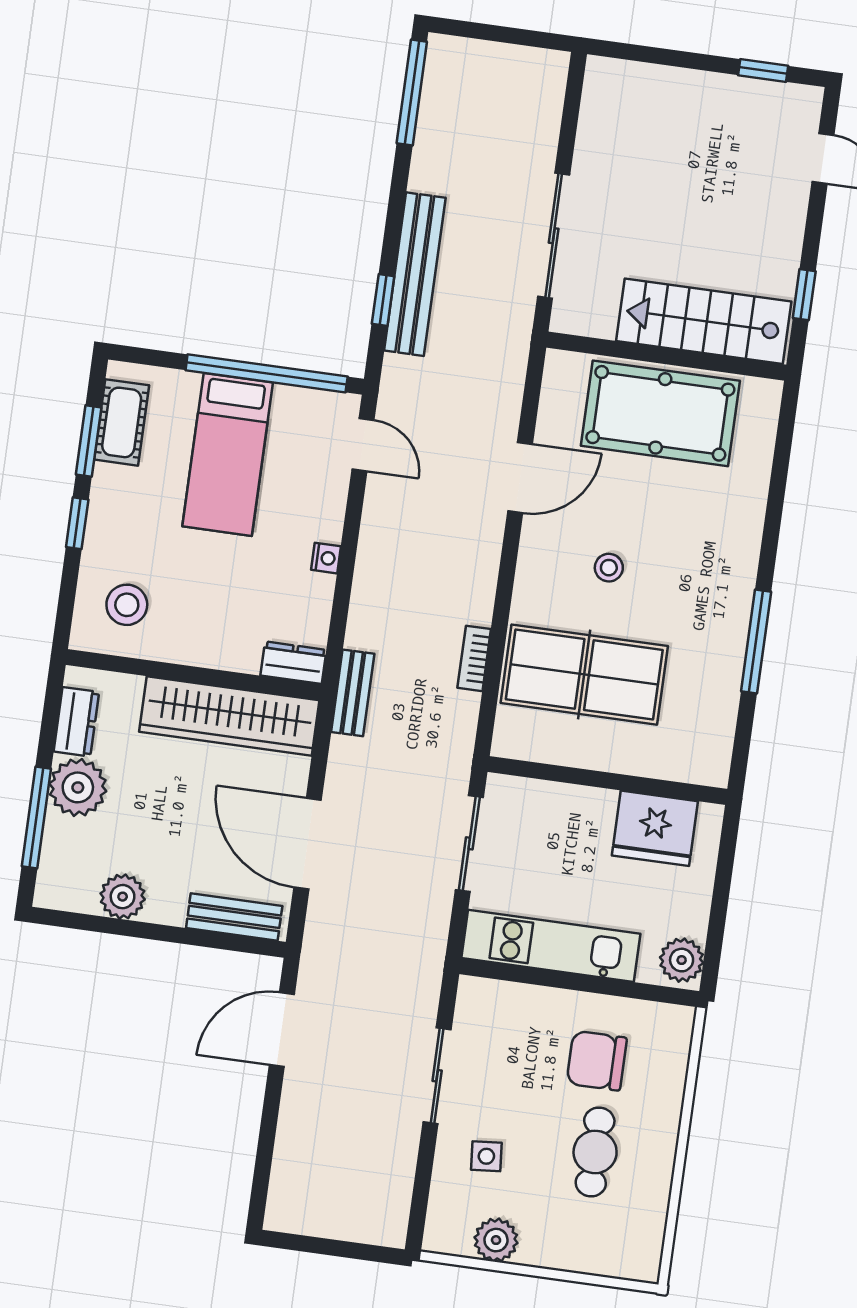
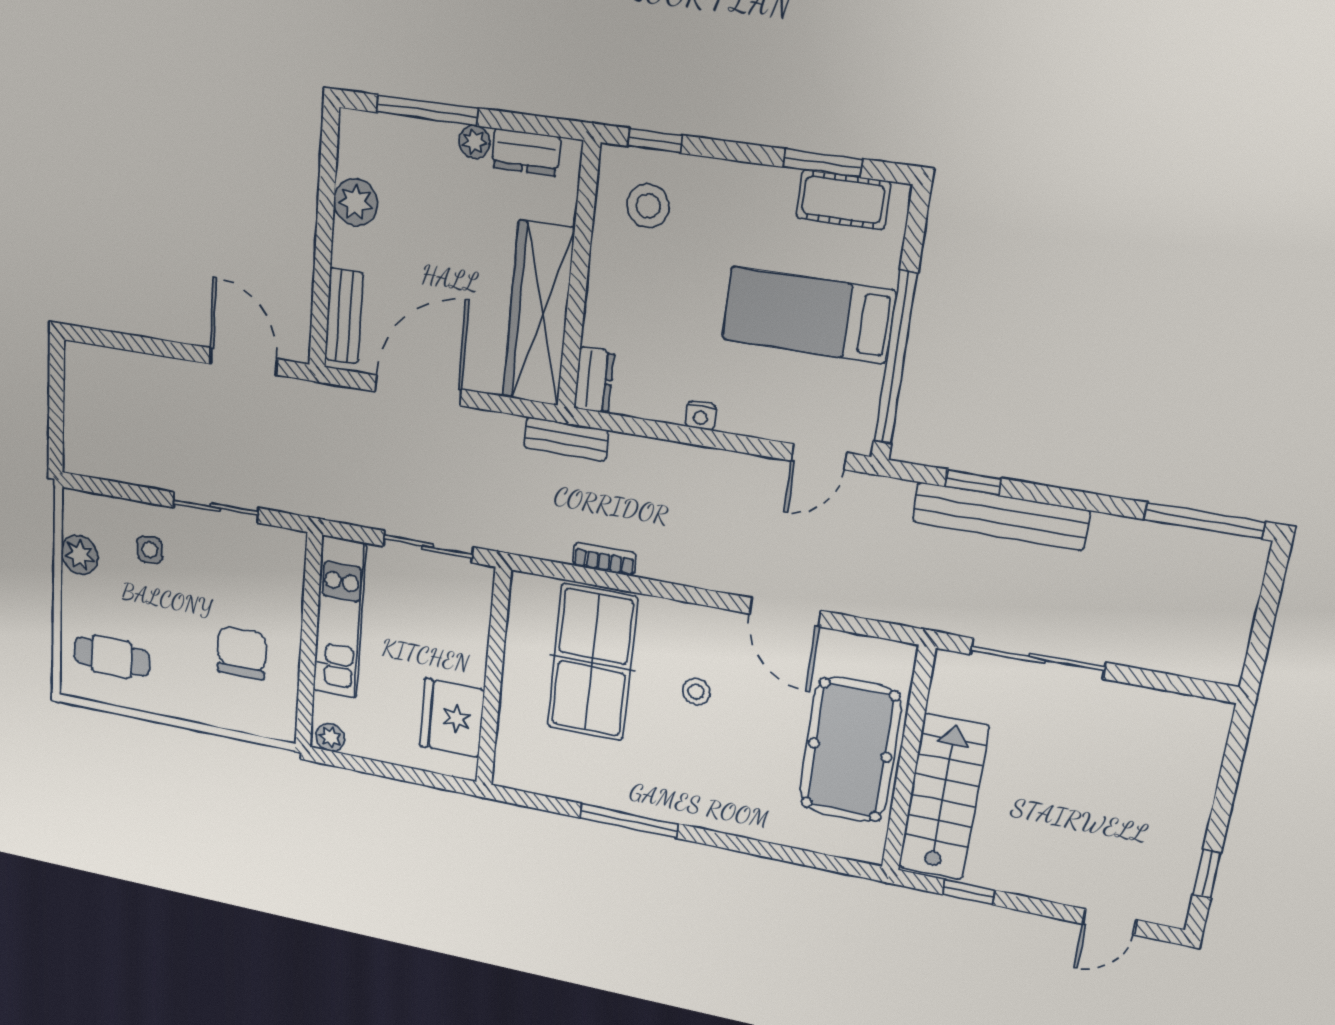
window: (77, 523) -> (655, 141), moved
plant: (78, 787) -> (474, 142), width x0.53, depth x0.53
plant: (682, 960) -> (330, 737), width x0.73, depth x0.73
cafe table: (595, 1152) -> (112, 657), moved

